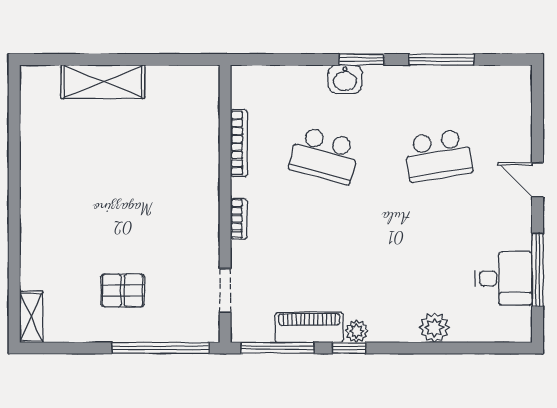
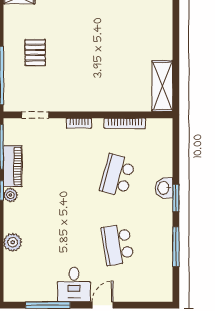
shelving: (103, 82) -> (162, 86), moved
desk: (504, 278) -> (74, 284), moved

